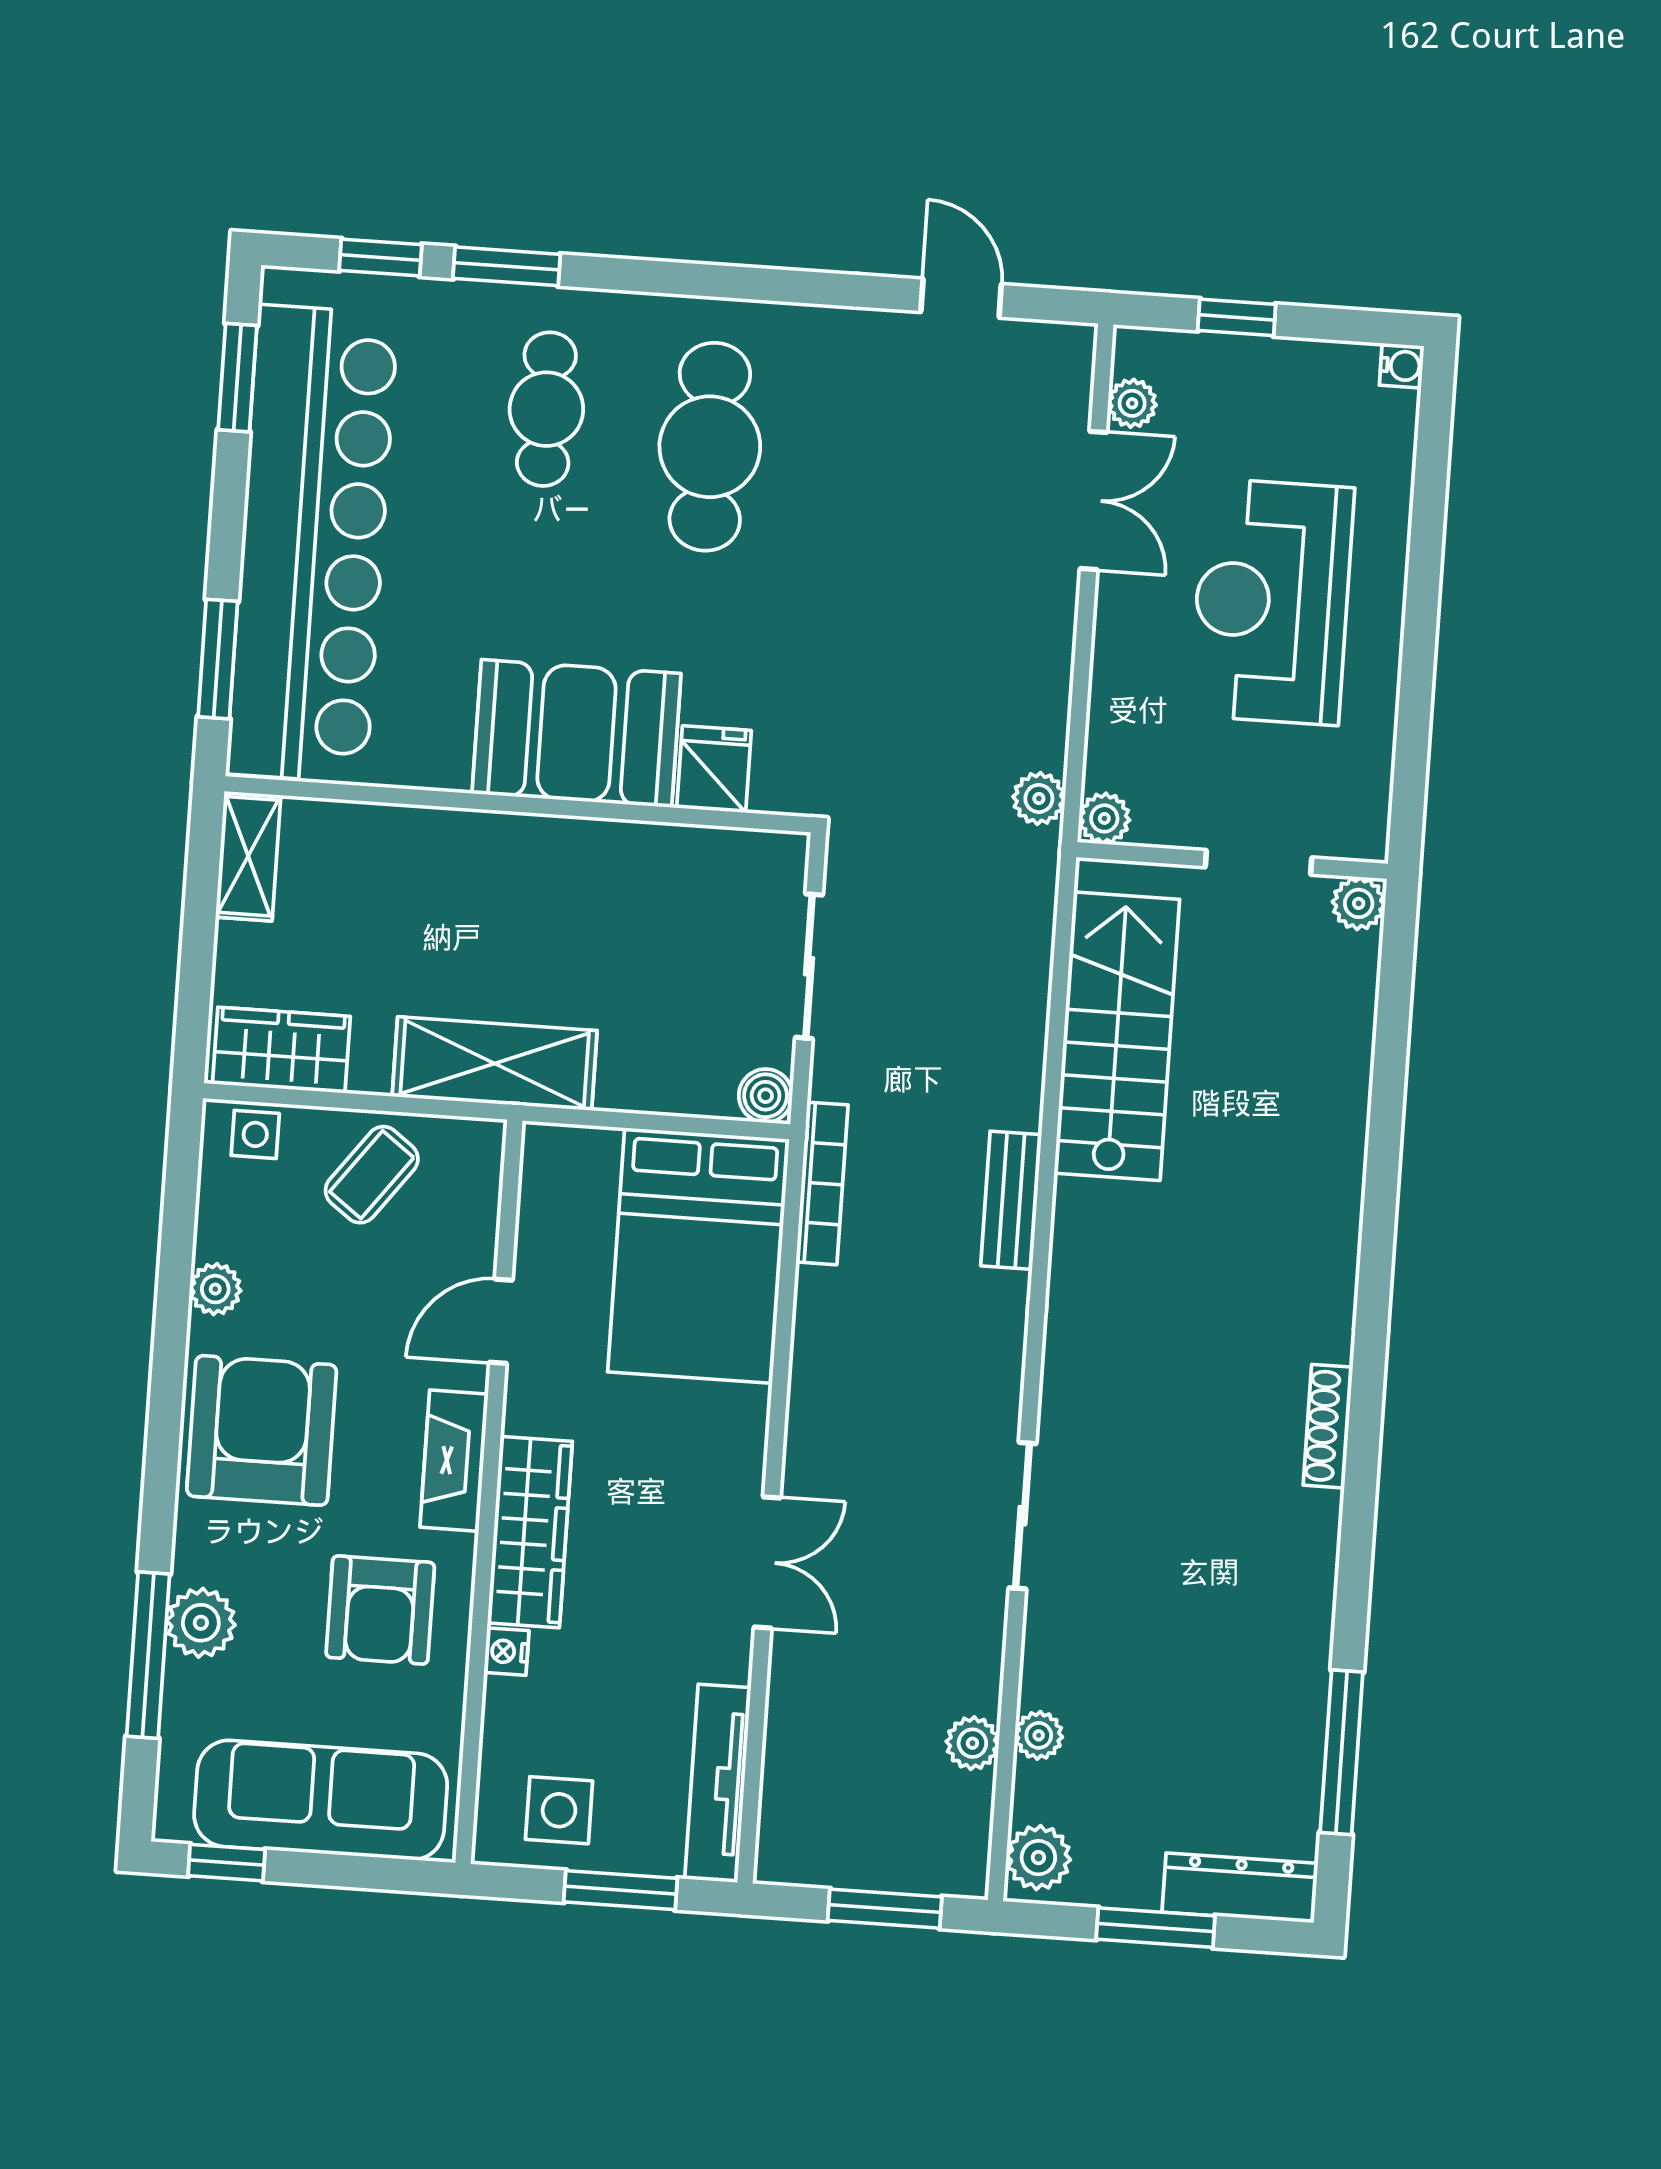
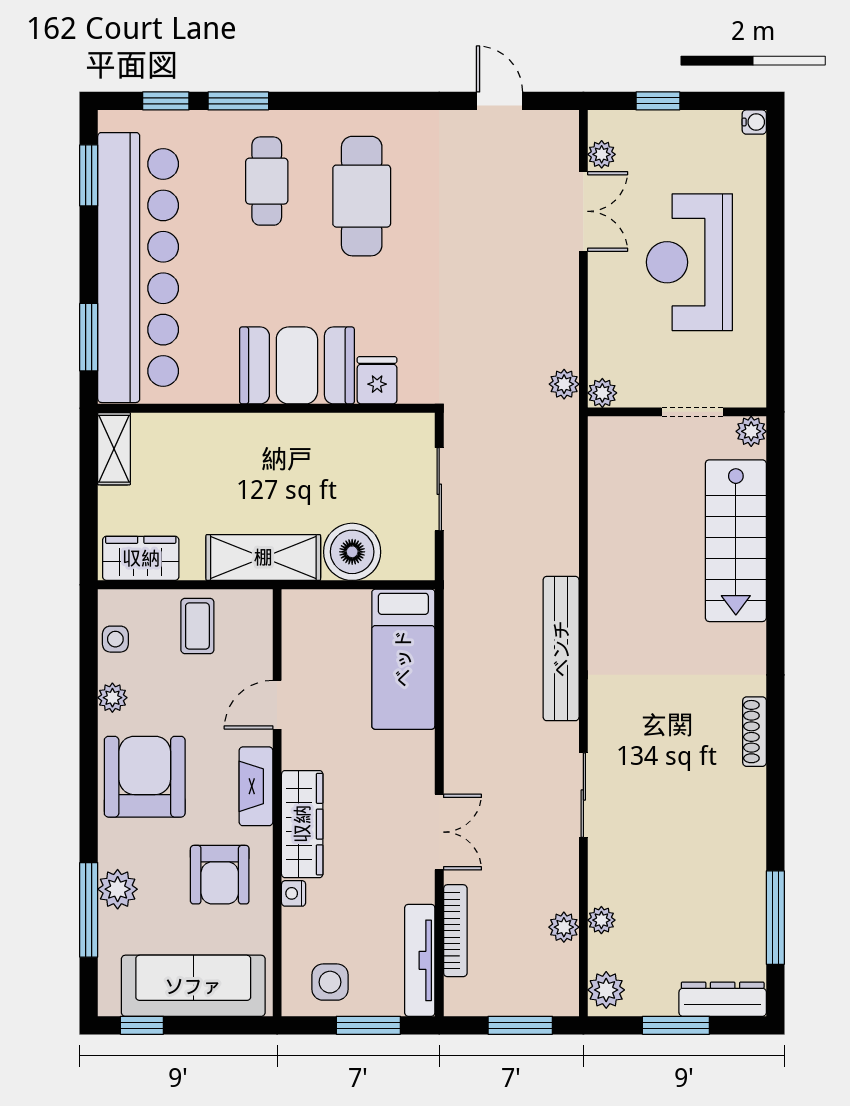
stairs: (1117, 1036) -> (736, 541), moved, turned 180
boiler: (766, 1096) -> (352, 552), moved, width x1.86, depth x1.86
side table: (255, 1134) -> (115, 639), moved
coffee table: (372, 1175) -> (197, 626), turned -37
bookcase: (822, 1183) -> (455, 931), moved
bench: (1011, 1200) -> (561, 649), width x1.86, depth x1.21
bed: (698, 1256) -> (403, 659), width x0.67

